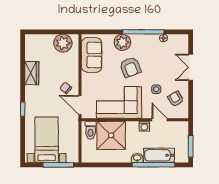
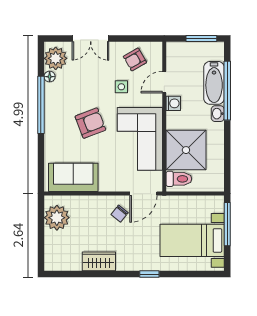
plant: (122, 42) -> (56, 58), moved

